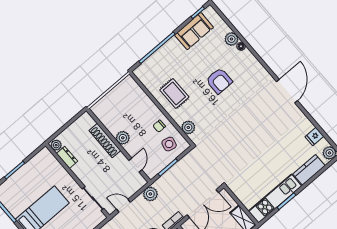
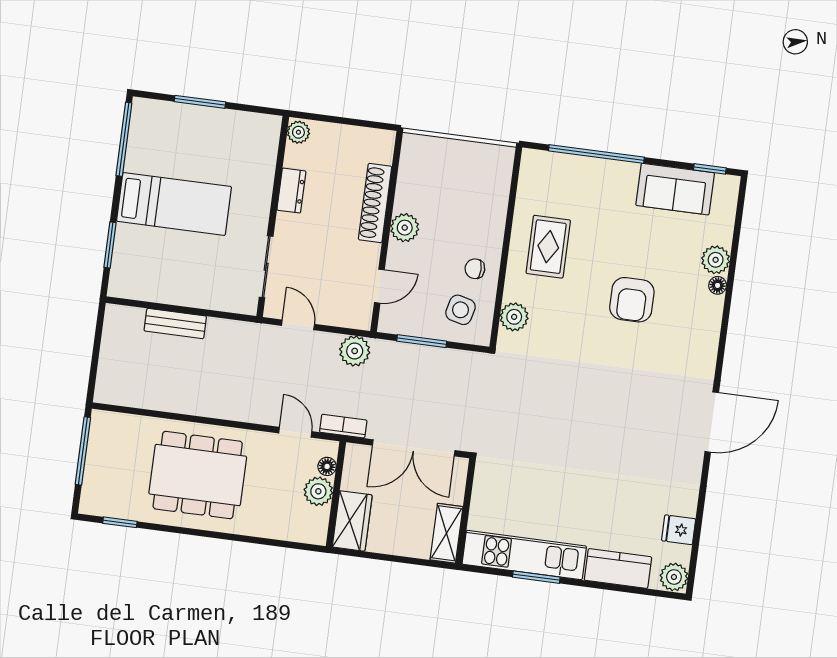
dresser: (67, 157) -> (291, 191), moved

